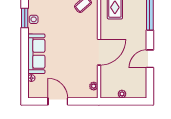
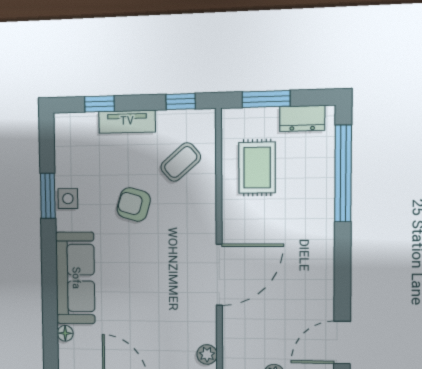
armchair: (63, 22) -> (134, 204), added
door: (150, 59) -> (342, 343), moved

